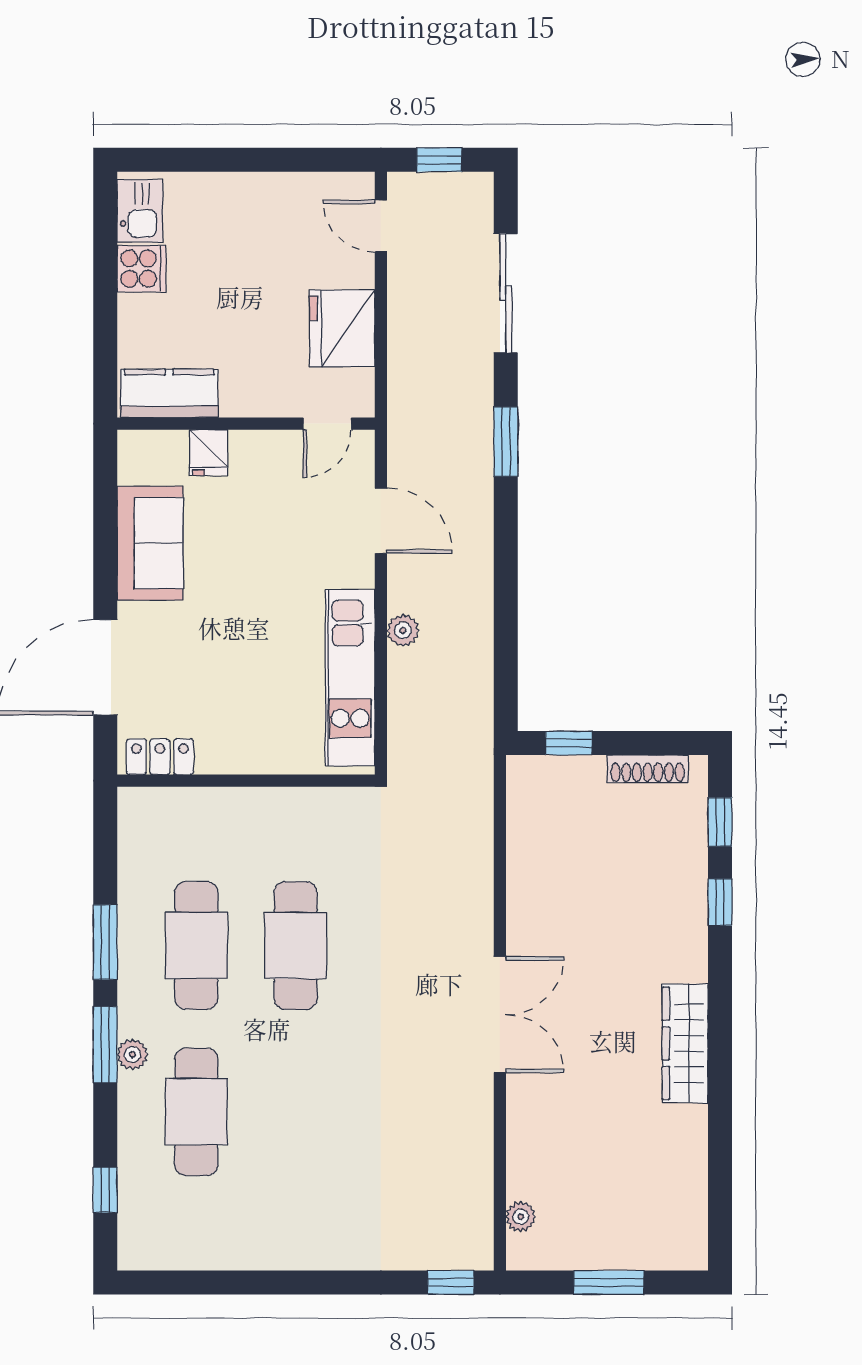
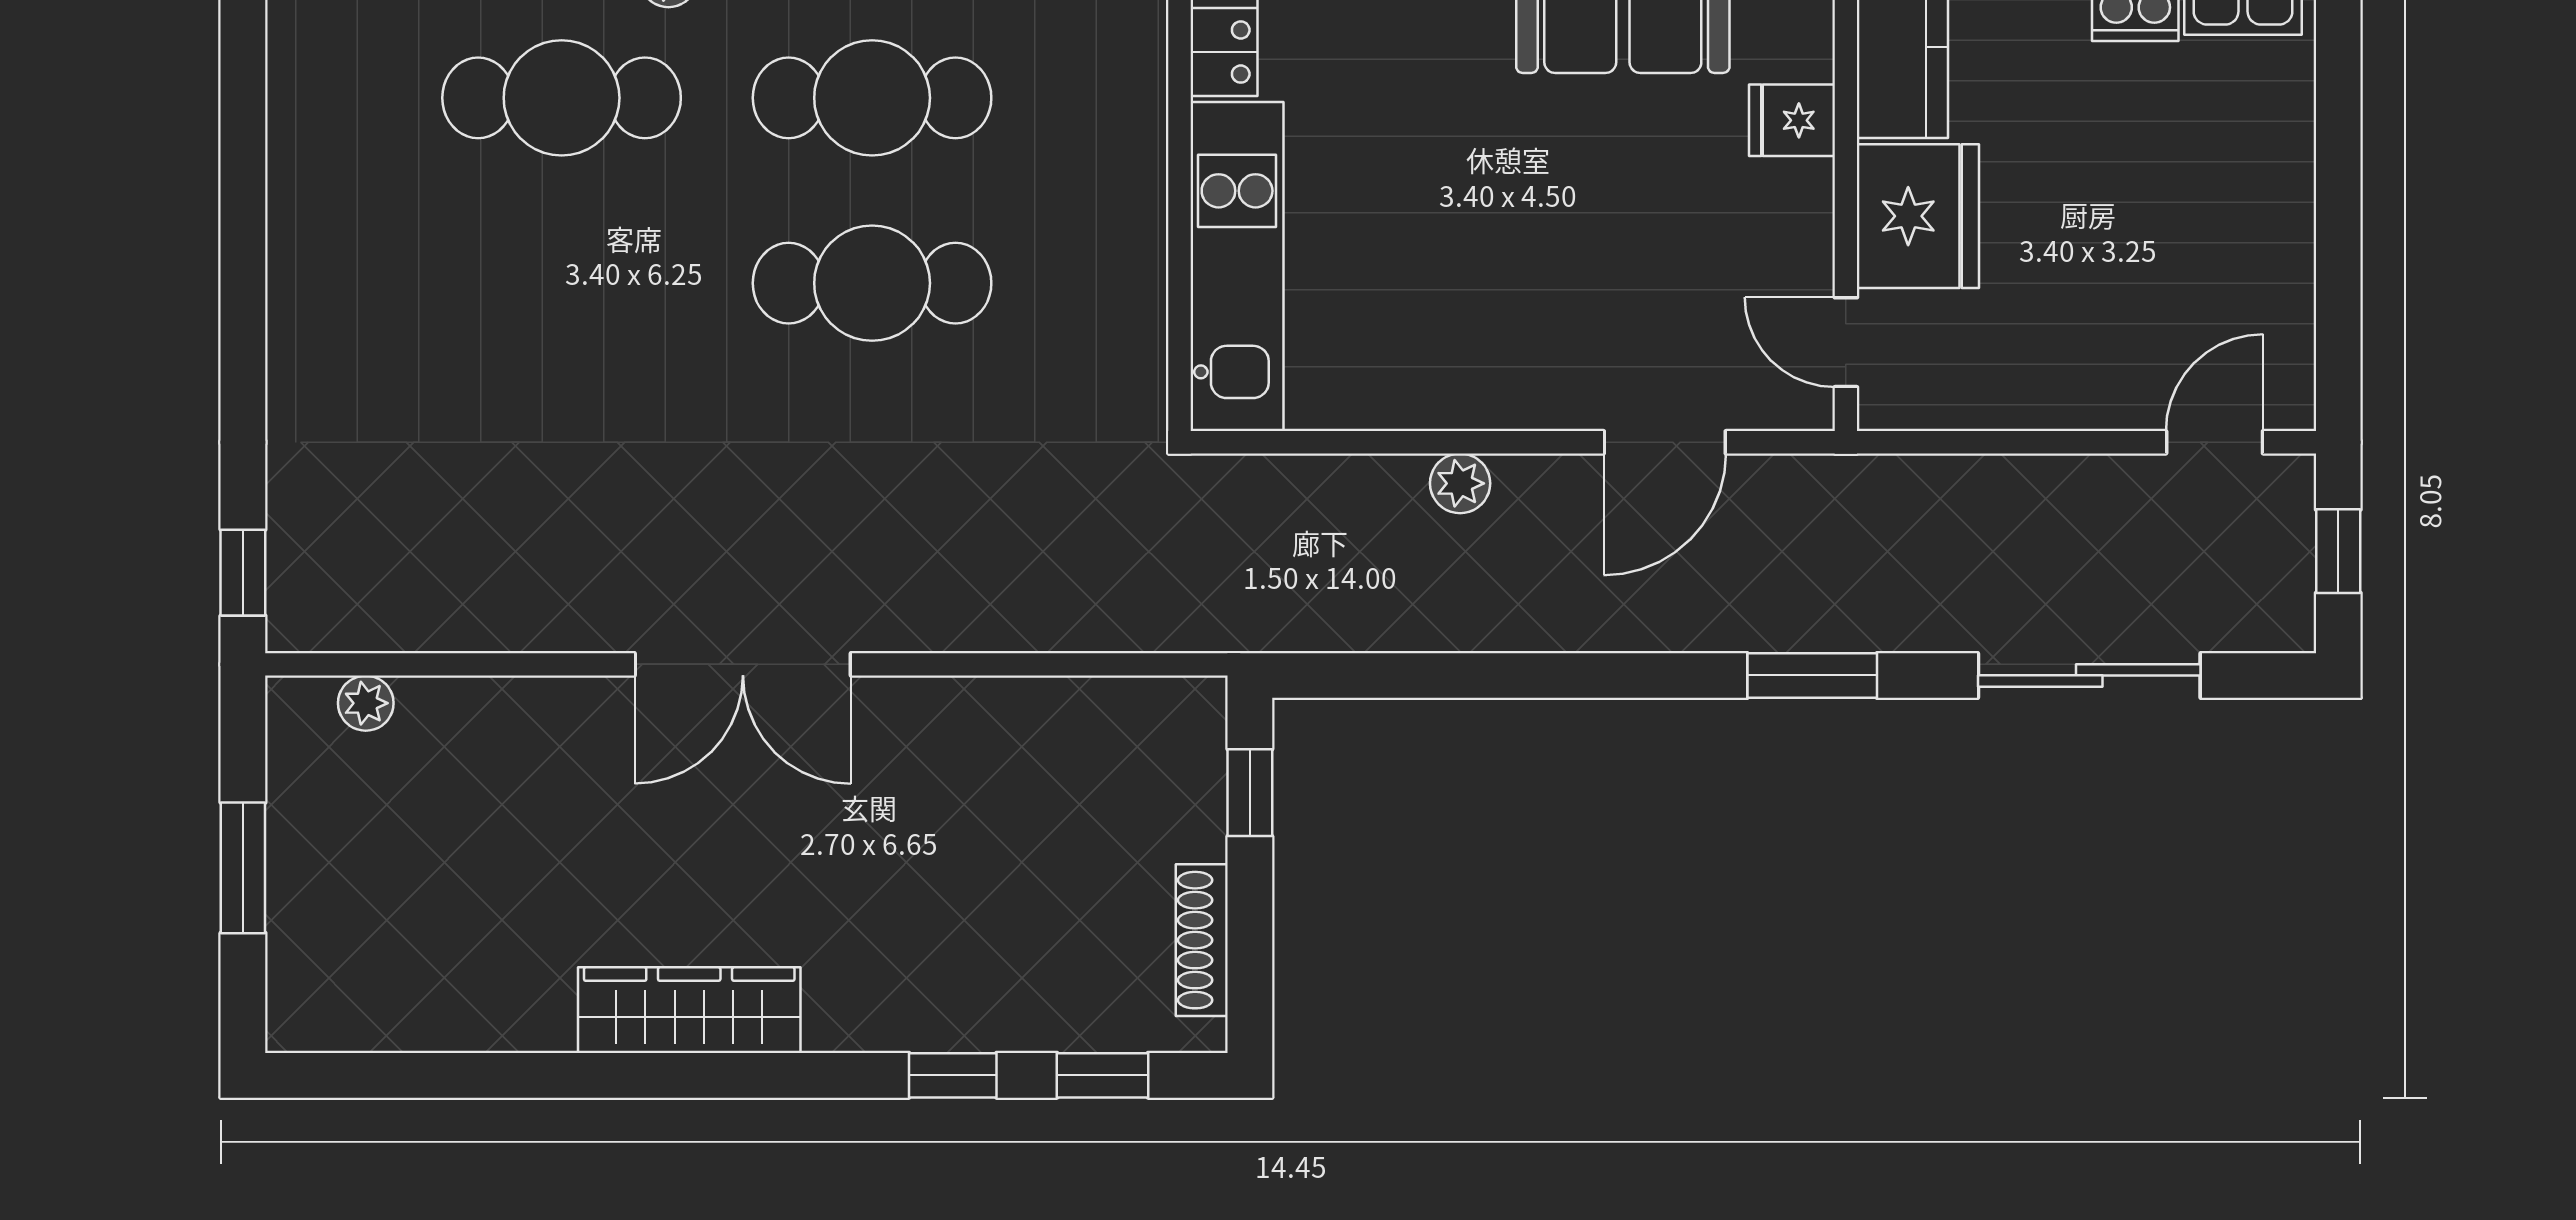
fridge: (342, 328) -> (1918, 216), moved, turned 90
kitchen unit: (350, 678) -> (1237, 267), moved, turned 90

